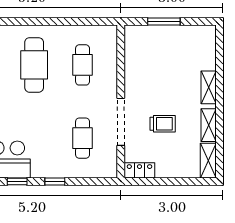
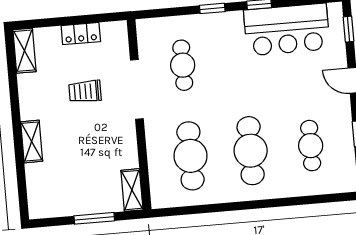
cafe table: (83, 65) -> (190, 156), width x1.37, depth x1.35
shelving: (209, 125) -> (132, 190), moved
locker: (139, 170) -> (81, 34), moved

